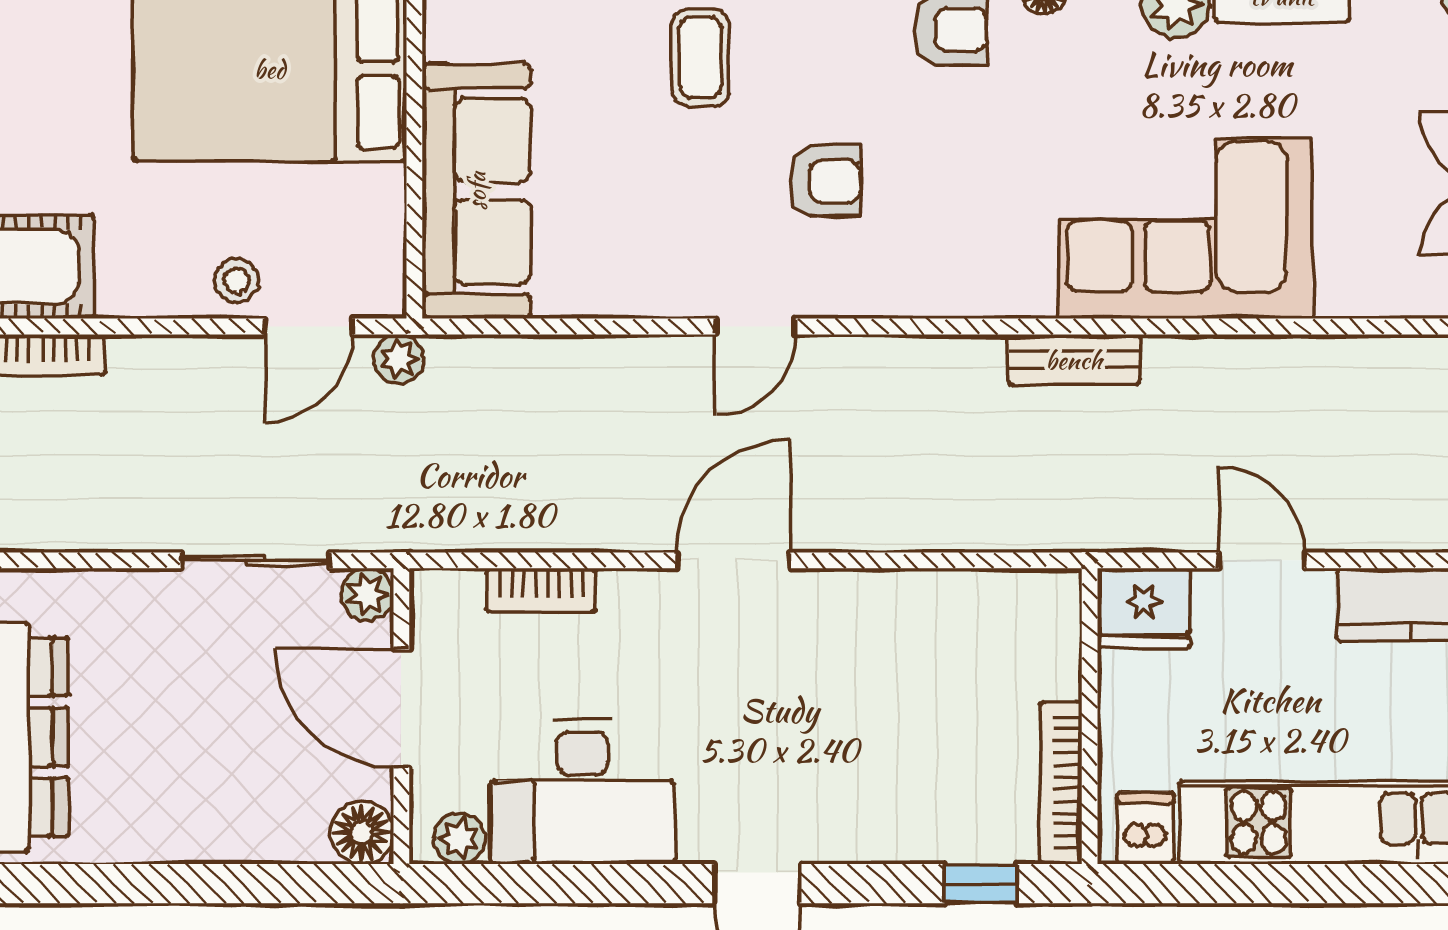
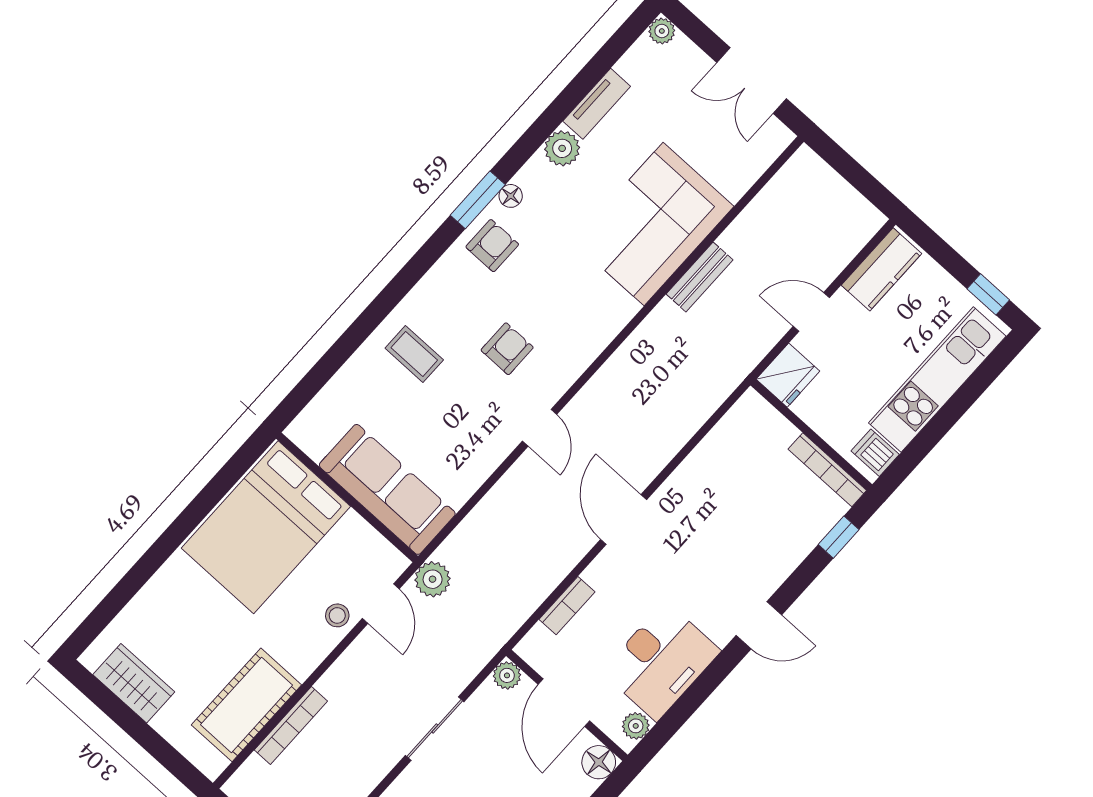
plant: (399, 359) -> (433, 579), width x1.38, depth x1.38
bench: (1074, 360) -> (700, 277), moved
sliding door: (255, 560) -> (435, 729), moved
door: (401, 709) -> (564, 703), hinge flipped

